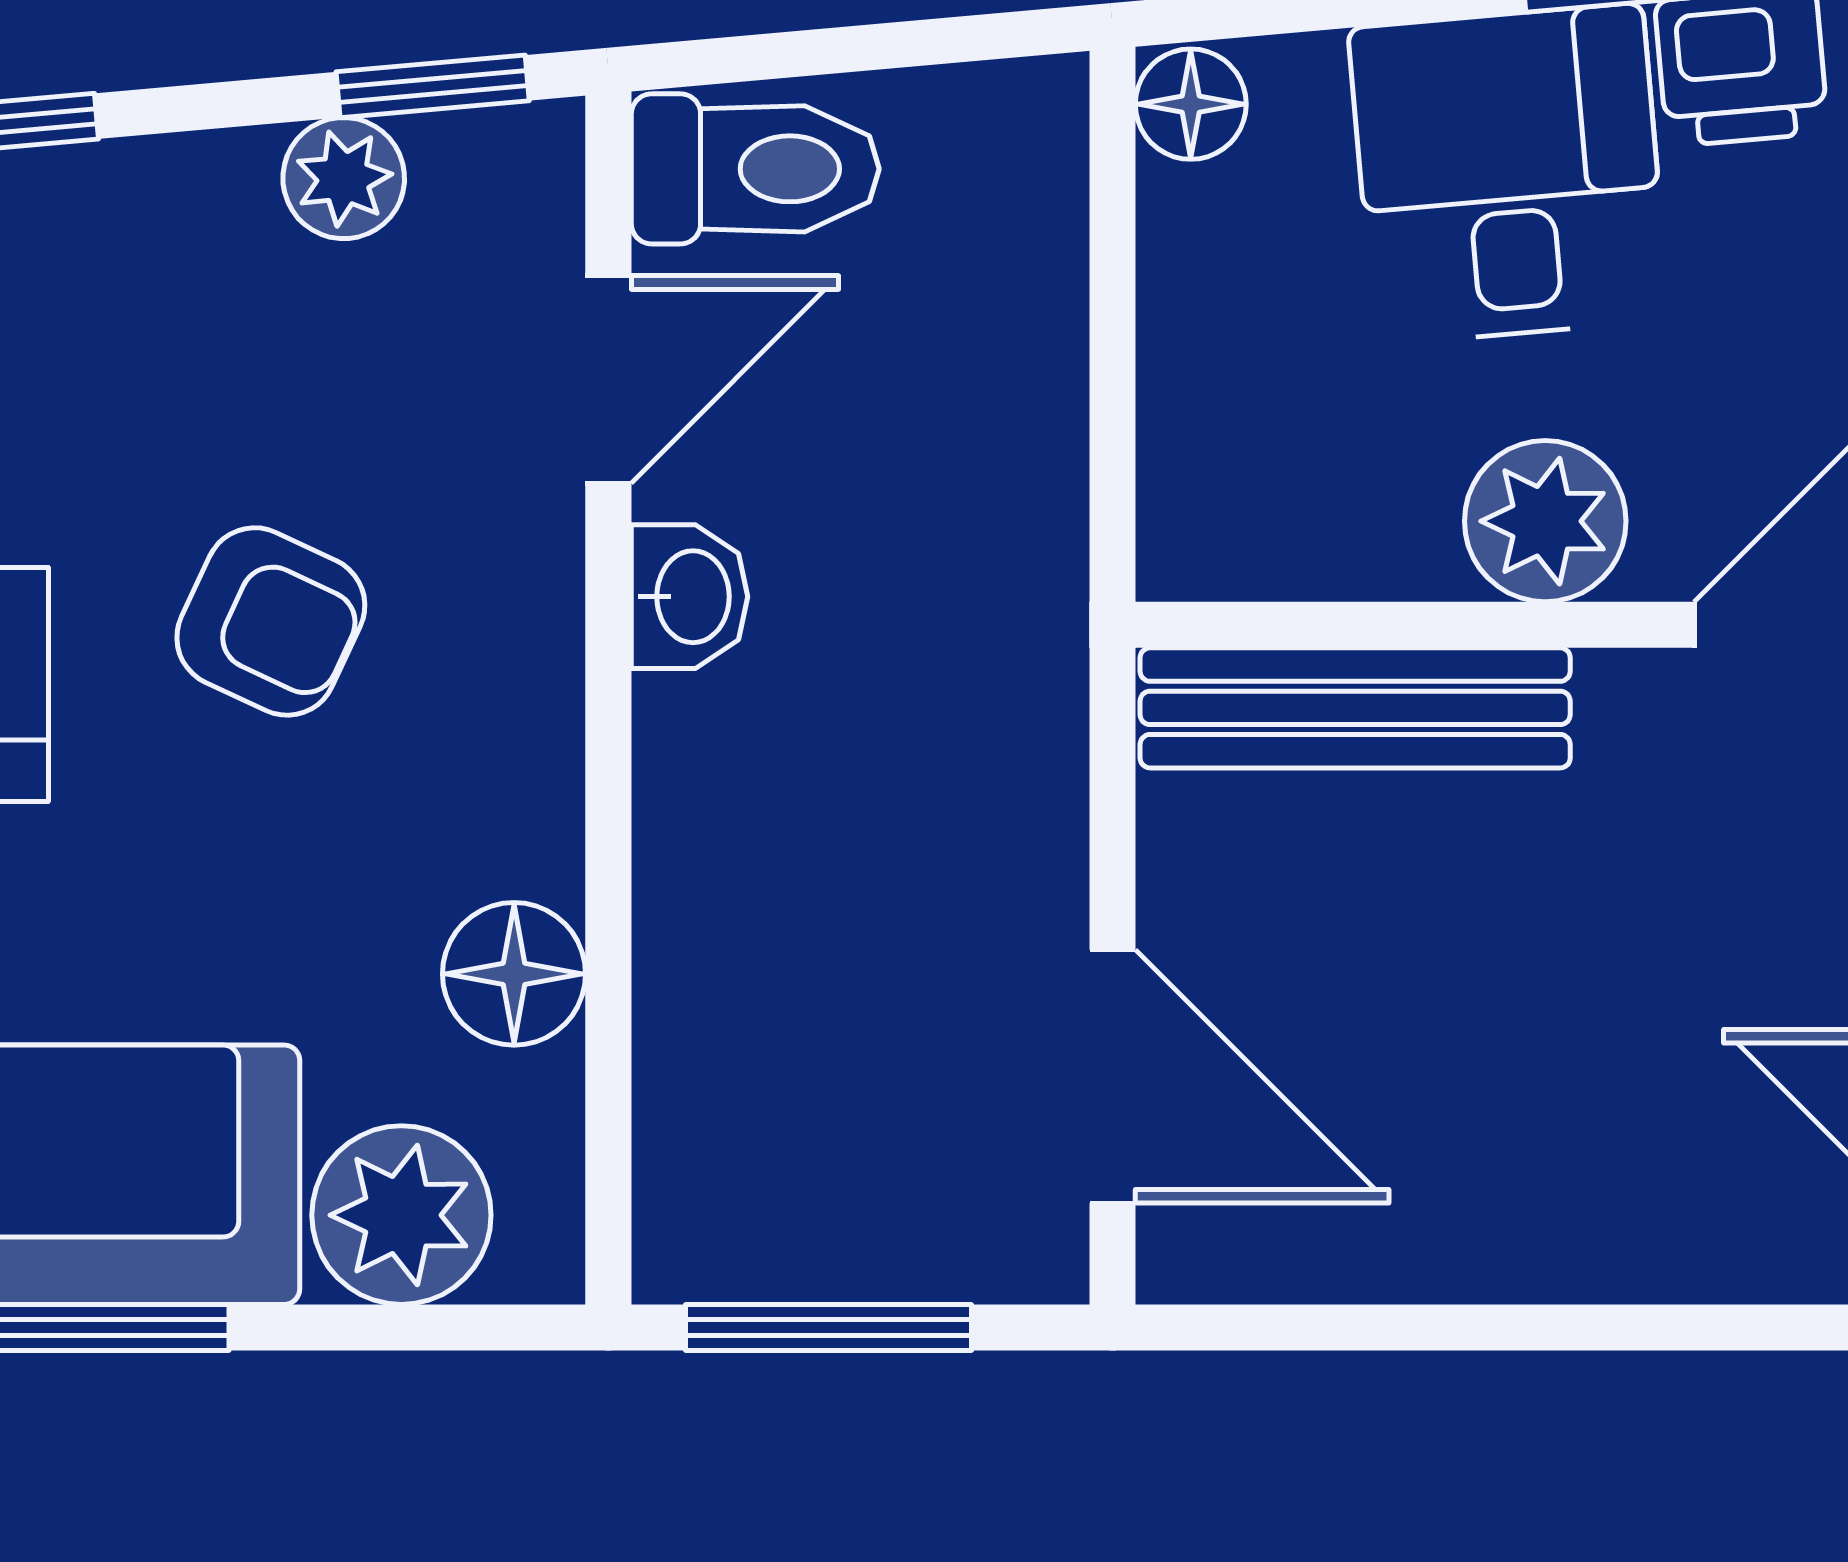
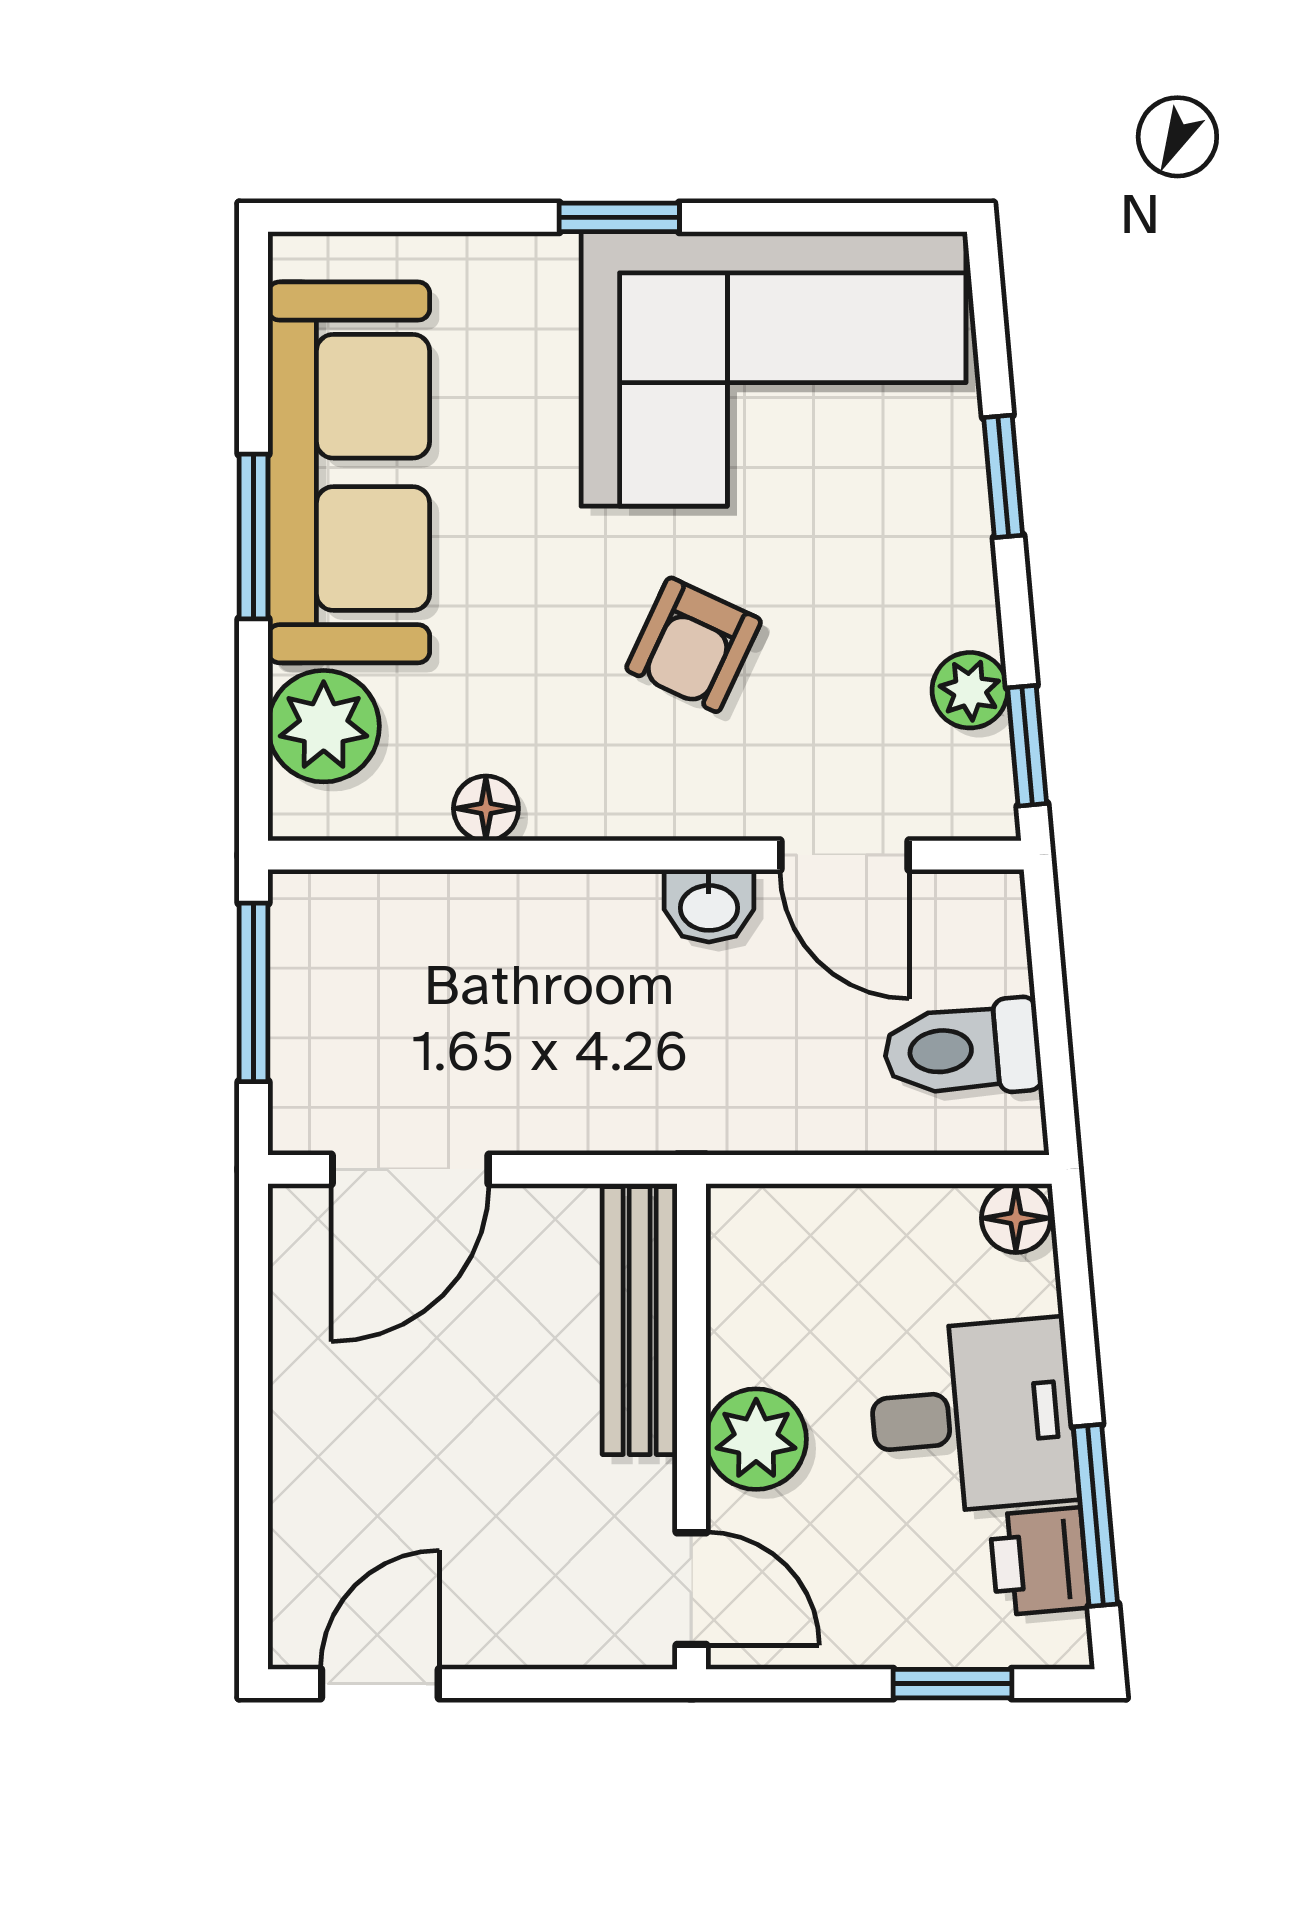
toilet: (755, 169) -> (962, 1049), moved, turned 85
floor lamp: (514, 974) -> (486, 808), width x0.73, depth x0.73

